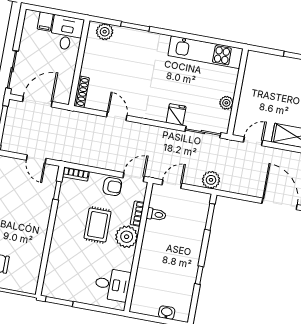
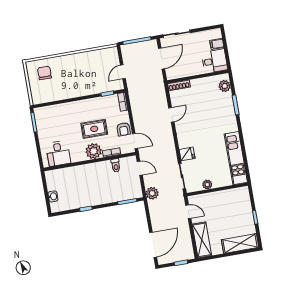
door: (37, 102) -> (162, 58), hinge flipped

